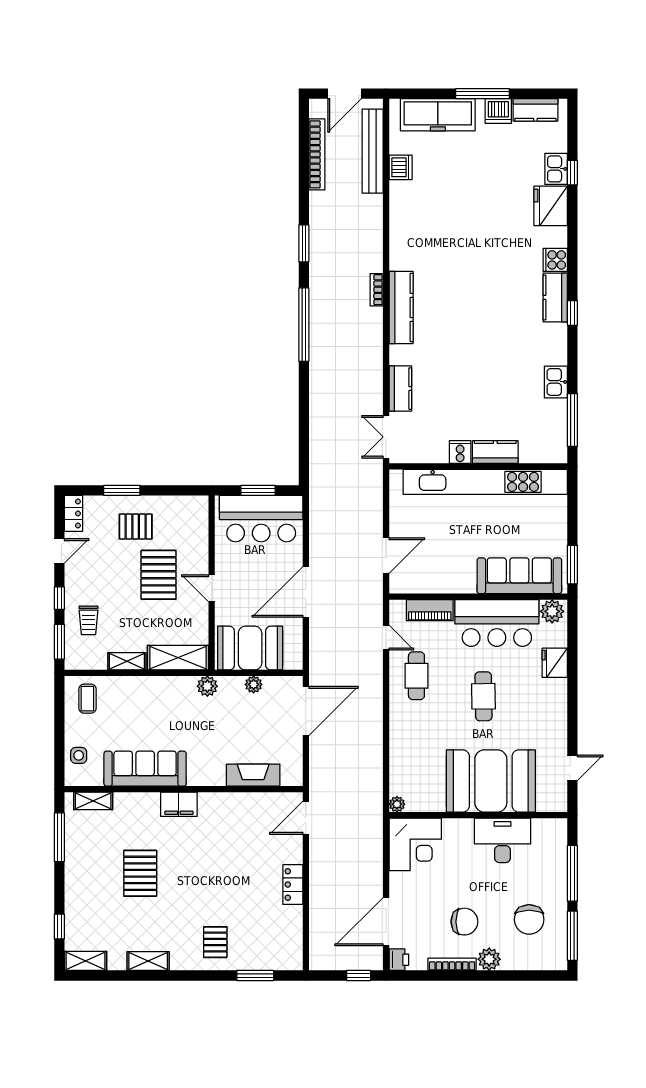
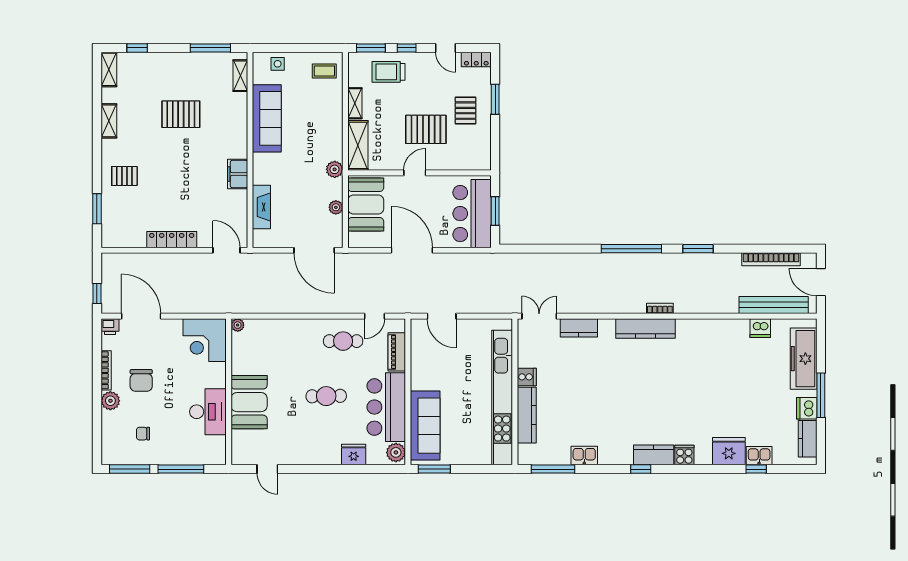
kitchen counter: (495, 452) -> (527, 415), width x1.50
trolley: (88, 620) -> (388, 72), width x1.36, depth x1.39
booth: (491, 781) -> (249, 402), width x0.73, depth x0.70
filing cabinet: (179, 804) -> (238, 174), moved
locker: (293, 885) -> (172, 240), width x1.53
chair: (529, 919) -> (143, 434), width x0.54, depth x0.54

